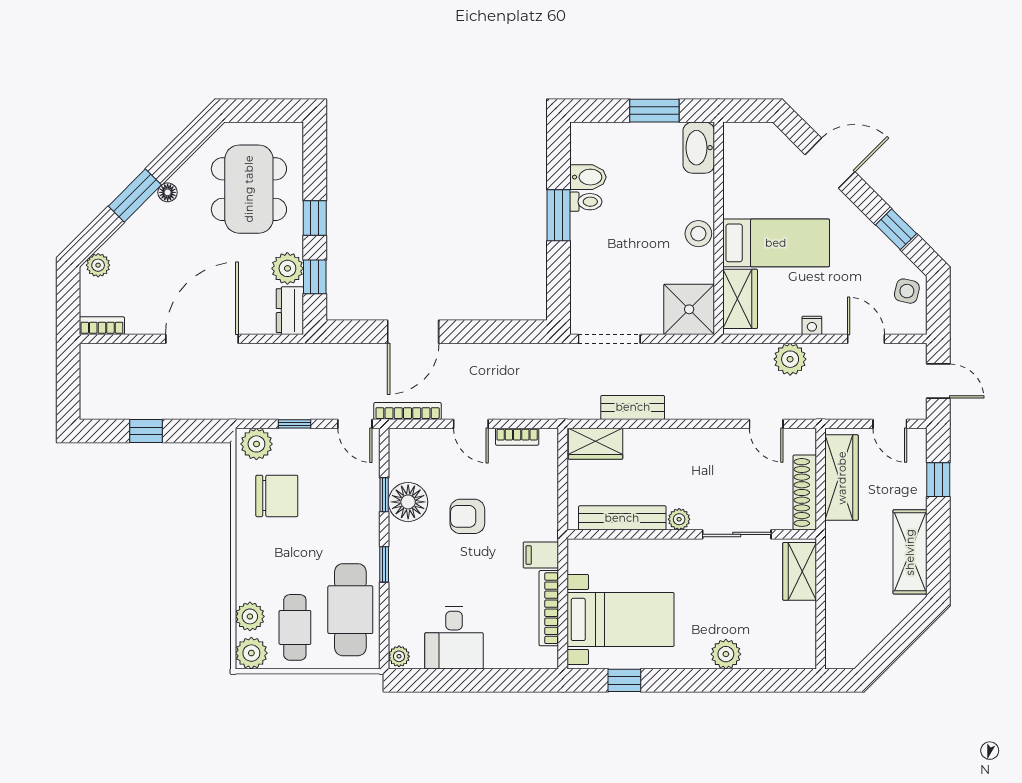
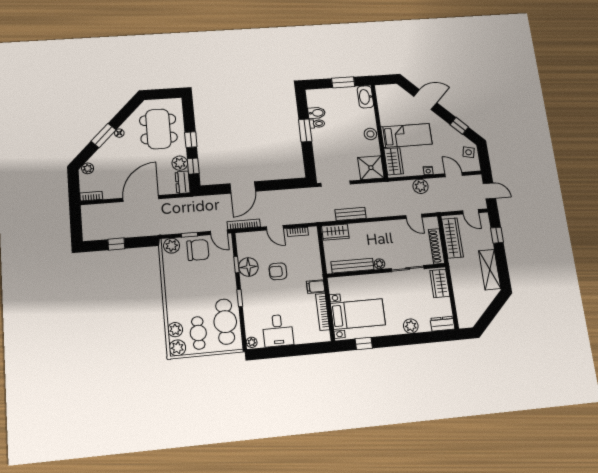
chair: (277, 496) -> (198, 250), moved
dresser: (792, 655) -> (442, 324), added

